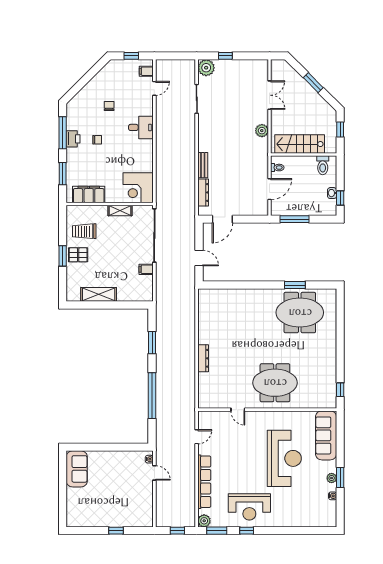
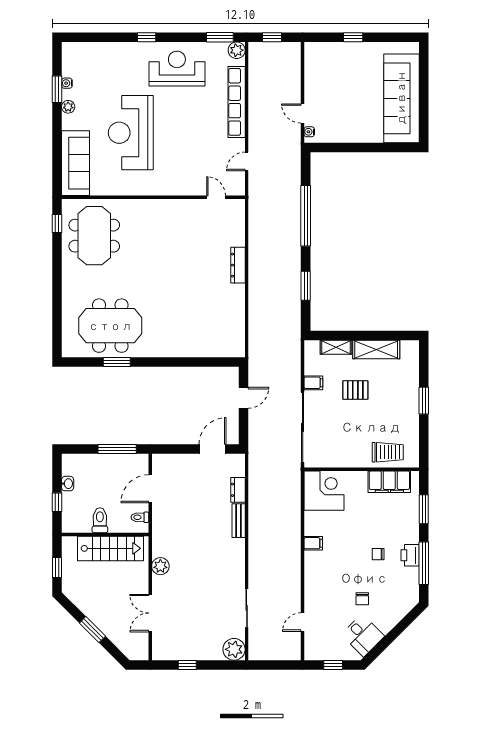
window: (225, 56) -> (187, 665), moved
filing cabinet: (146, 71) -> (313, 543), moved
desk: (141, 127) -> (363, 635), moved, turned -135
toilet: (323, 165) -> (100, 520), moved
dresser: (203, 192) -> (238, 490), width x0.70
window: (340, 198) -> (57, 502), moved
shelving: (120, 210) -> (336, 347), moved
trolley: (84, 231) -> (388, 452), moved
pallet: (78, 255) -> (355, 390), moved
door: (199, 258) -> (243, 398), swing flipped
meeting table: (275, 383) -> (94, 236), moved, turned 90
door: (238, 410) -> (216, 197), moved
sofa: (77, 469) -> (401, 98), width x1.85, depth x1.27
window: (340, 478) -> (57, 89), moved
window: (247, 531) -> (147, 37), moved

